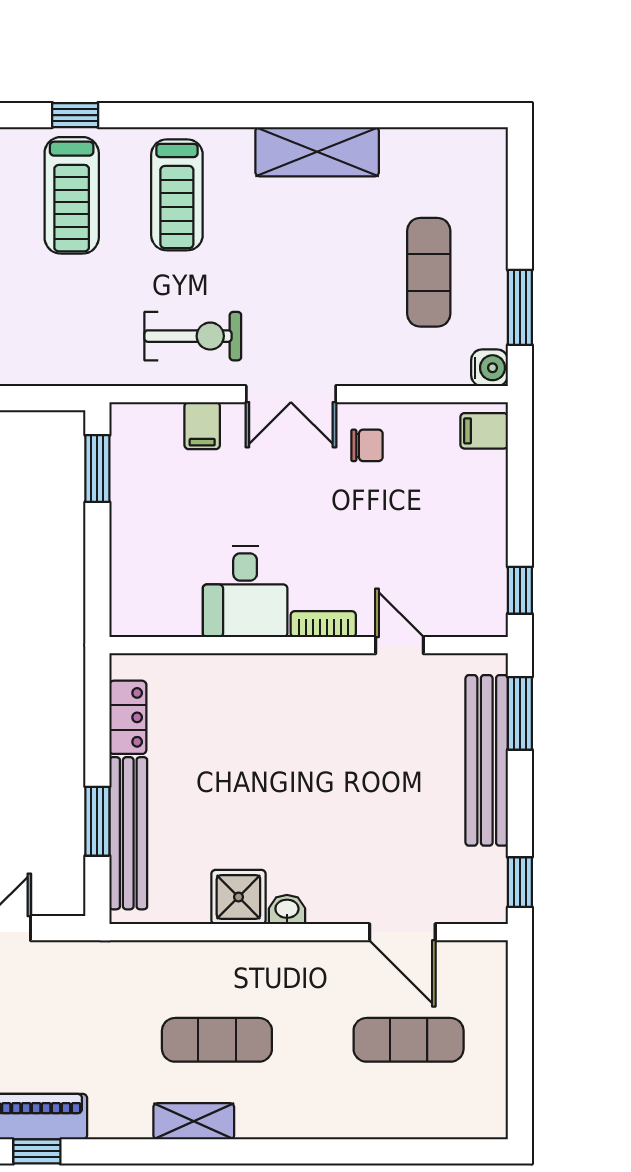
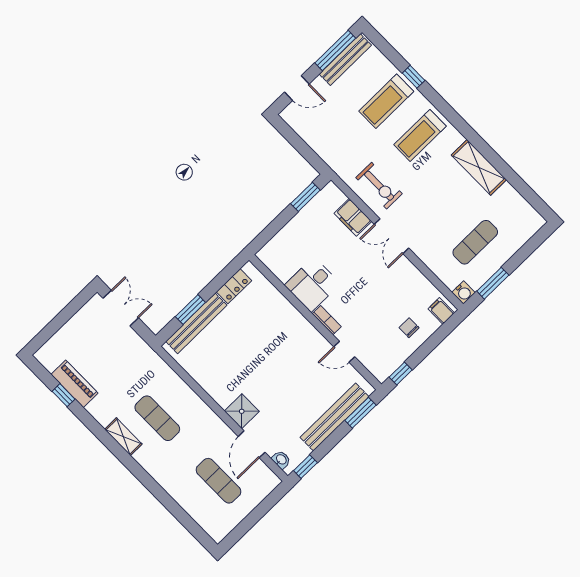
filing cabinet: (202, 426) -> (353, 217), width x2.00
chair: (367, 445) -> (409, 328), moved, turned 180
door: (400, 645) -> (344, 352), swing flipped
shower: (238, 897) -> (242, 411), moved
washbasin: (287, 910) -> (281, 460), moved

